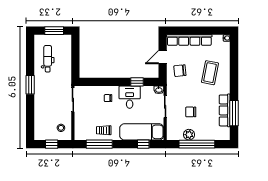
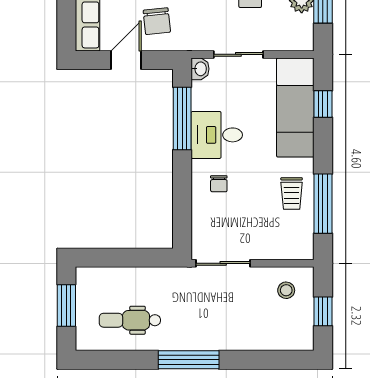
door: (163, 57) -> (126, 60), swing flipped
window: (137, 82) -> (182, 118), width x2.17
window: (30, 85) -> (189, 360), width x1.44

